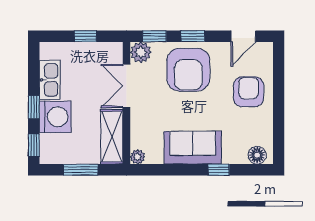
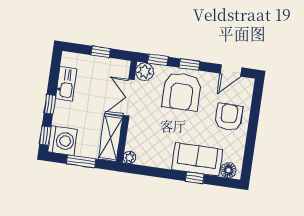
washing machine: (55, 117) -> (62, 141), moved
sofa: (193, 148) -> (197, 159), moved

